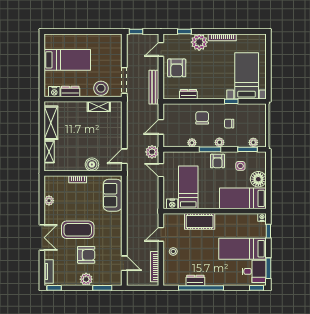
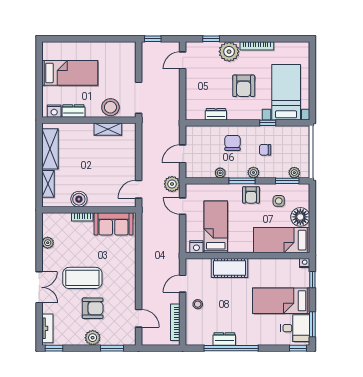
armchair: (177, 68) -> (244, 86), moved
bench: (154, 87) -> (174, 106), removed
boiler: (92, 164) -> (79, 199), moved
sofa: (113, 195) -> (114, 224), moved, turned -90

